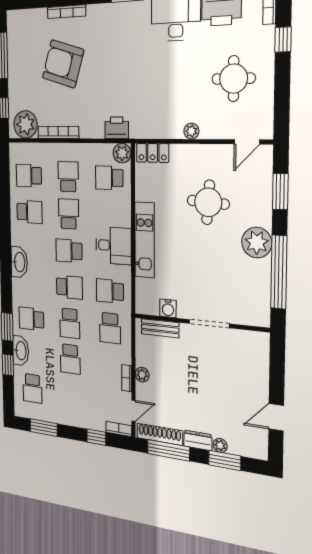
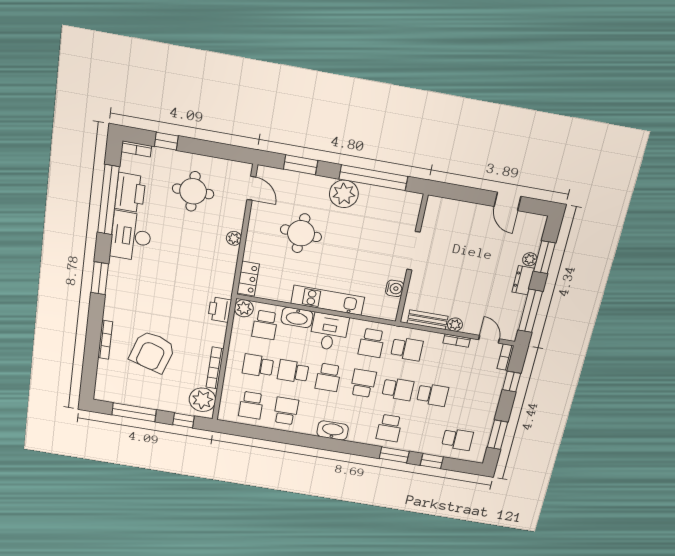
bench: (160, 328) -> (427, 320), moved, turned 90
washbasin: (21, 351) -> (297, 317), moved, turned 180
shoe rack: (160, 434) -> (514, 317), removed

